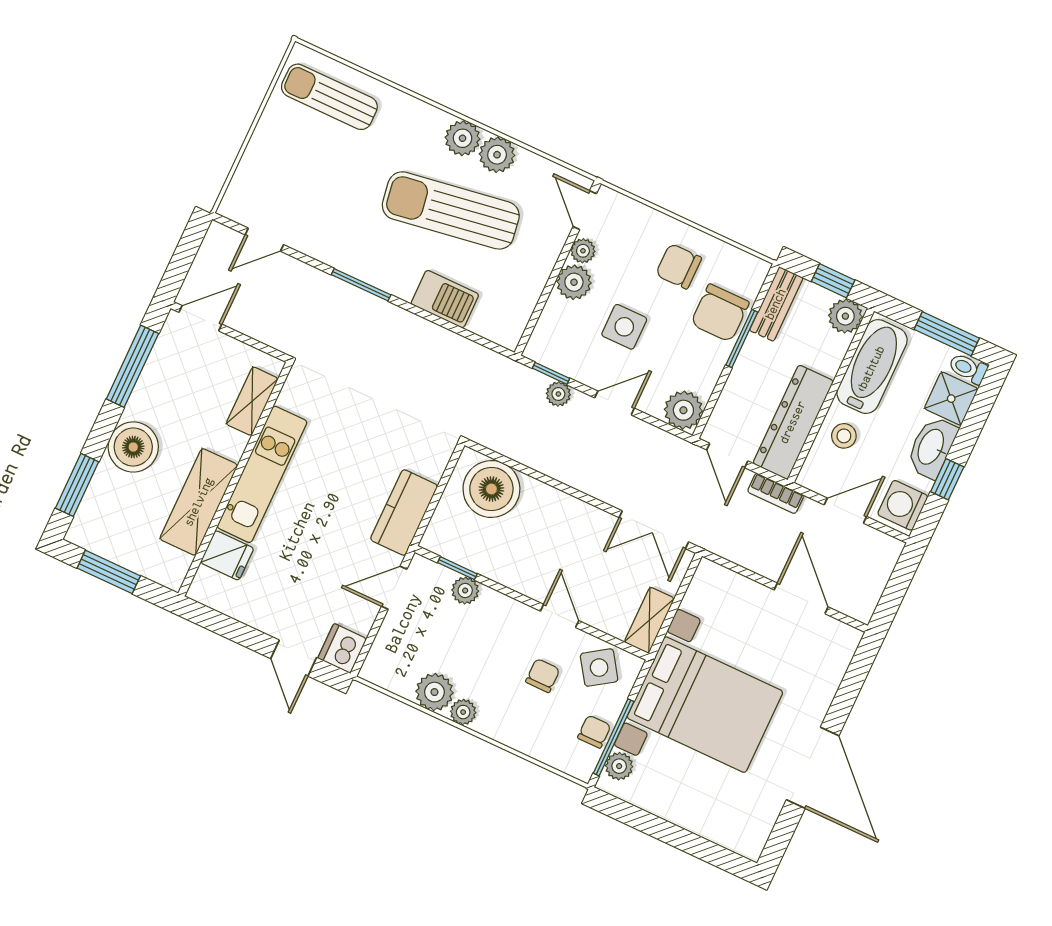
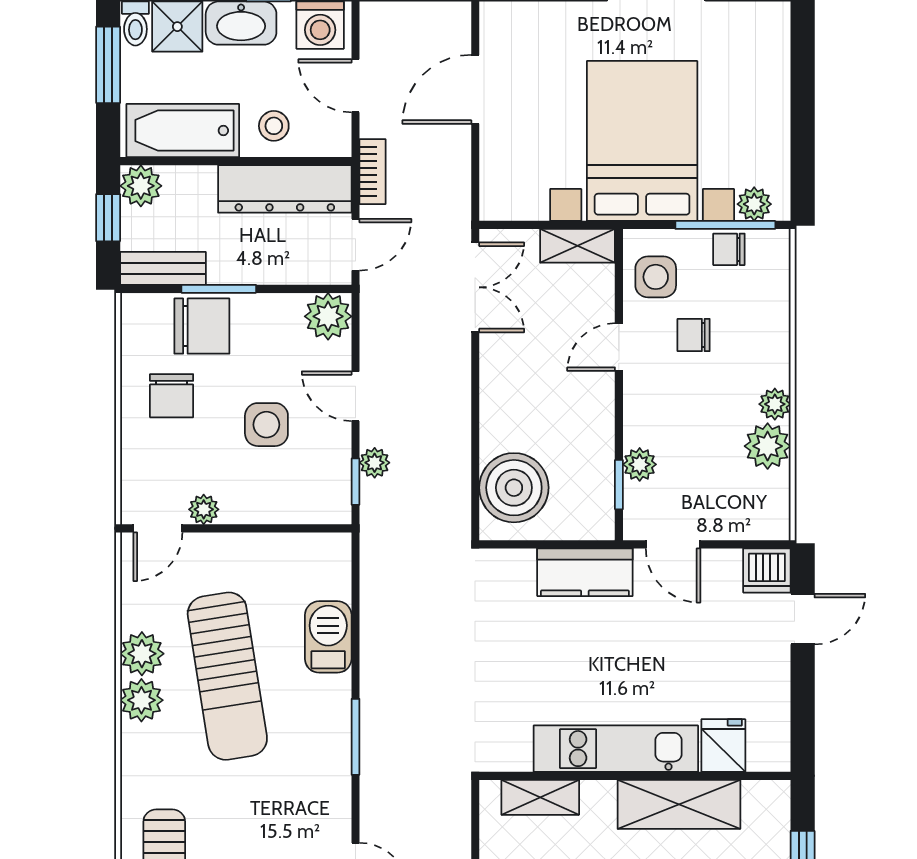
plant: (574, 282) -> (243, 503), removed
side table: (599, 668) -> (656, 277), turned 34

